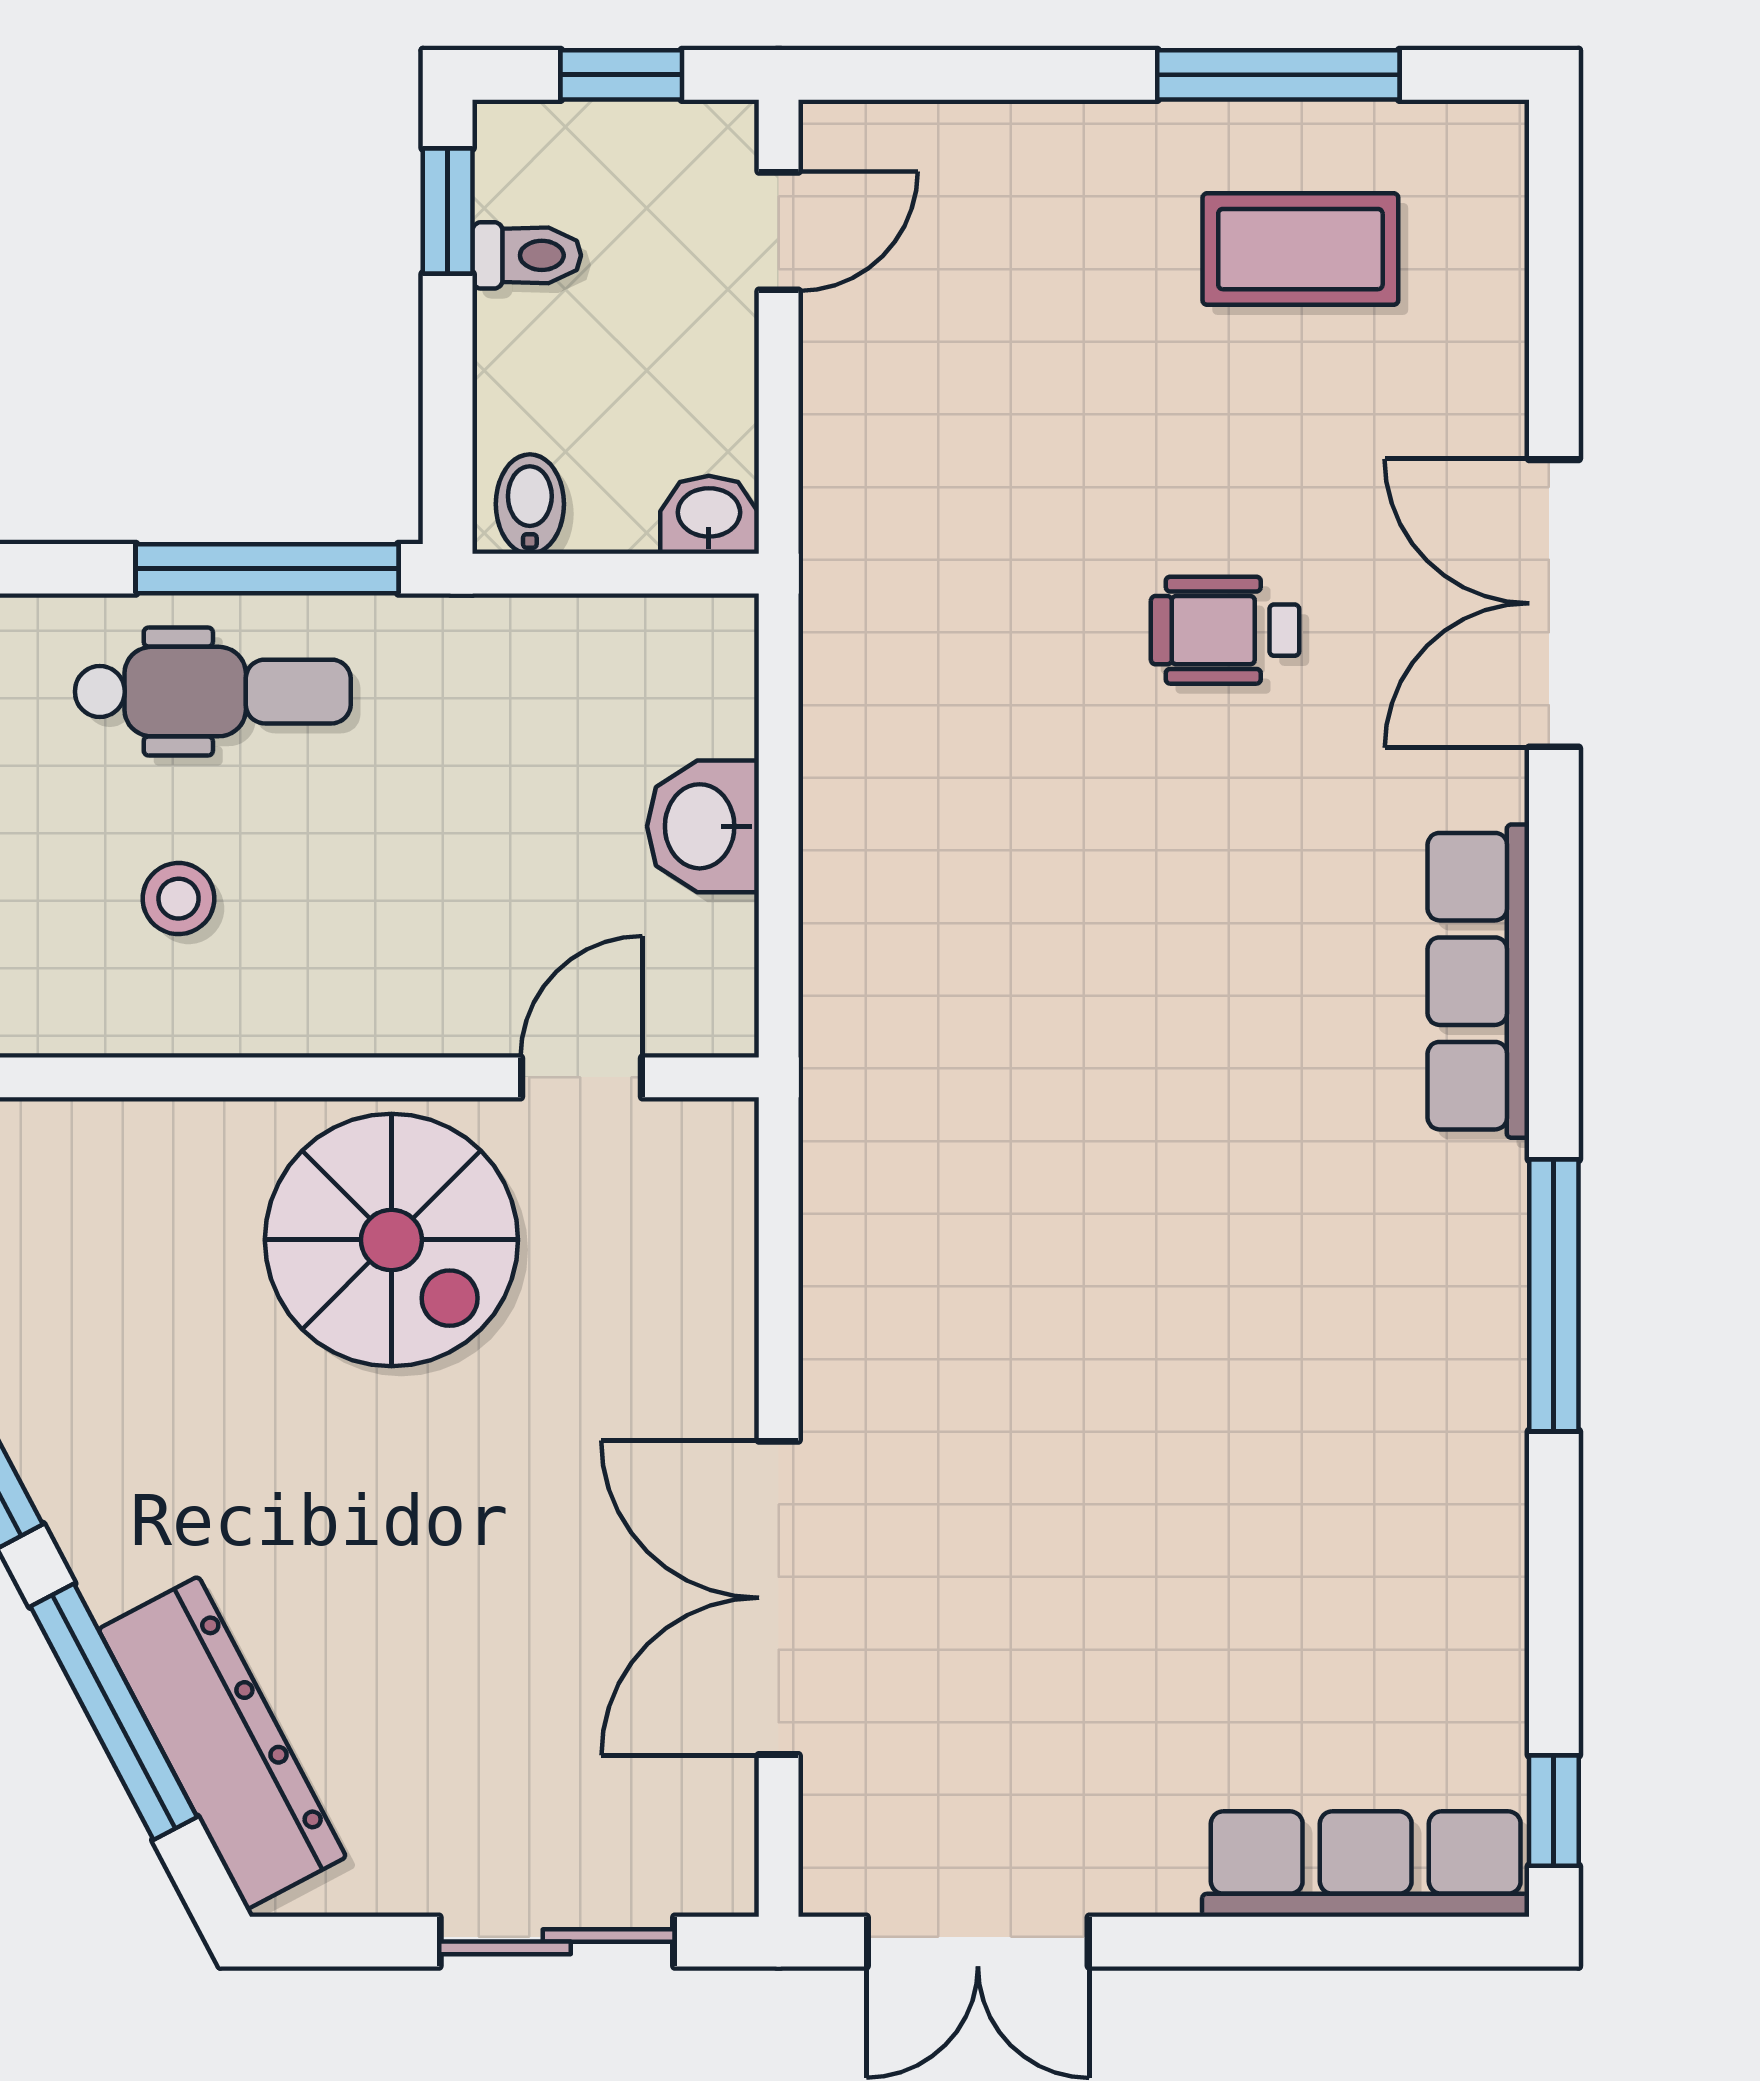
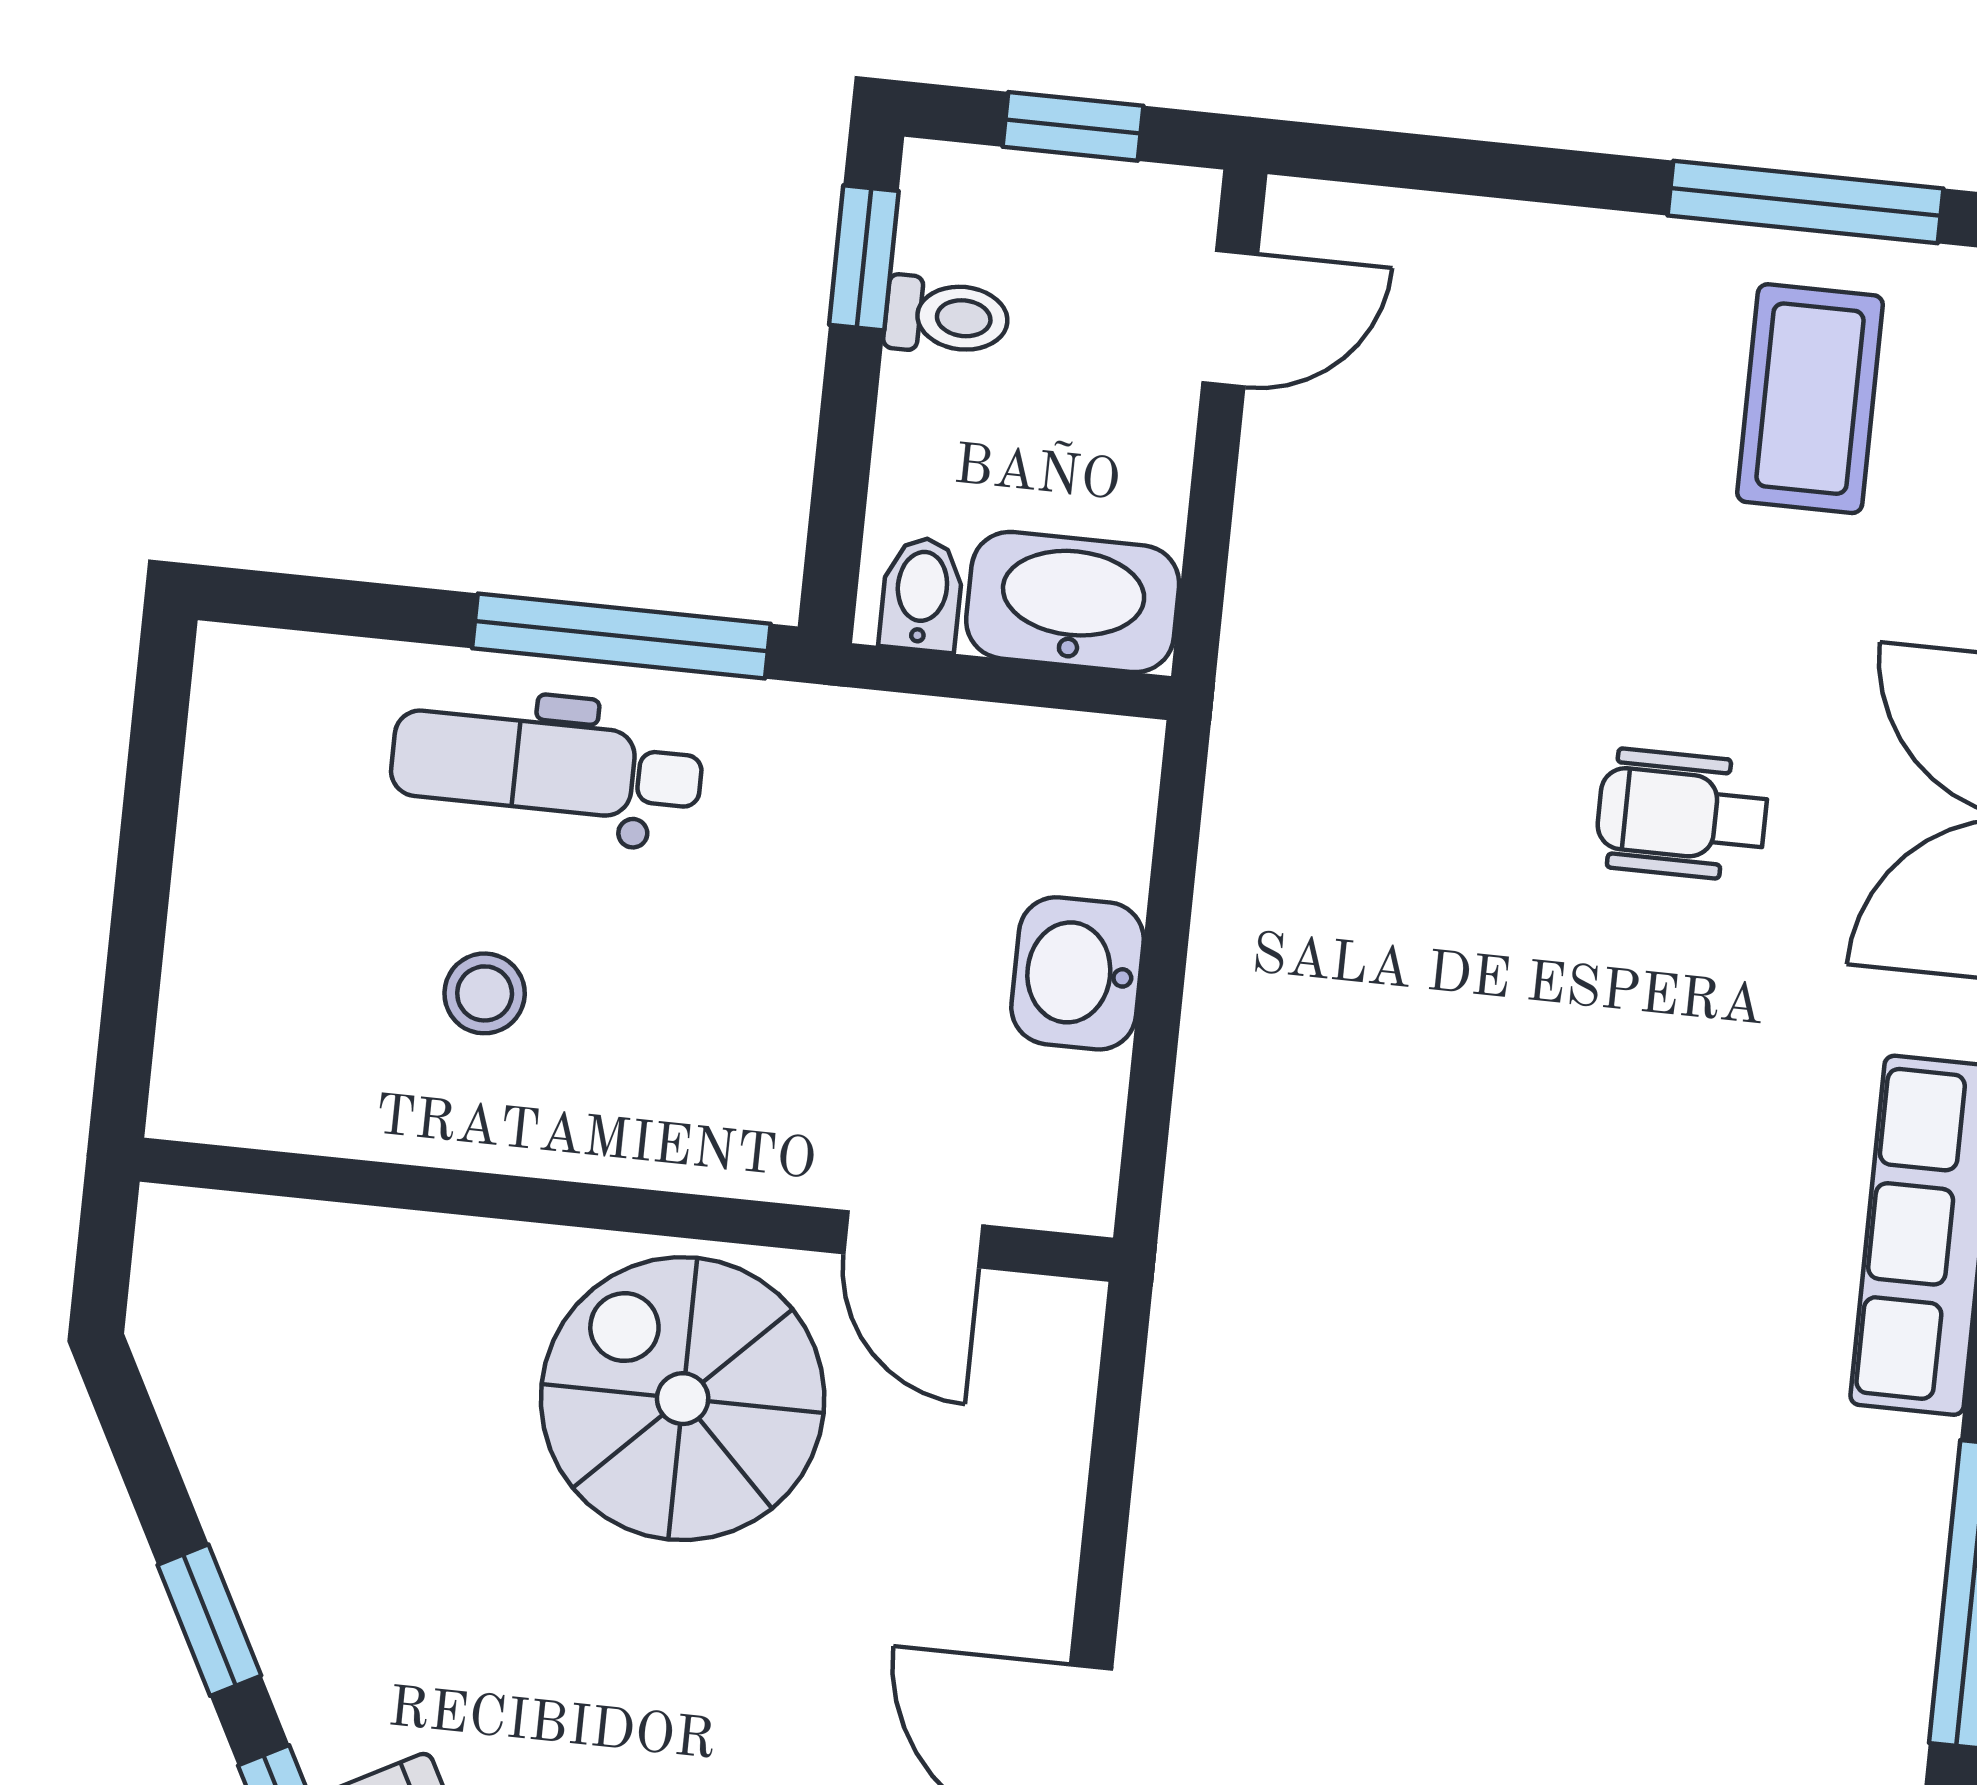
coffee table: (1300, 249) -> (1810, 399), turned 90
washbasin: (709, 515) -> (1073, 602), width x1.91, depth x1.45
dental chair: (213, 692) -> (547, 767), turned 180
door: (582, 1077) -> (913, 1239), swing flipped
spiral stairs: (391, 1240) -> (683, 1399), turned 180

